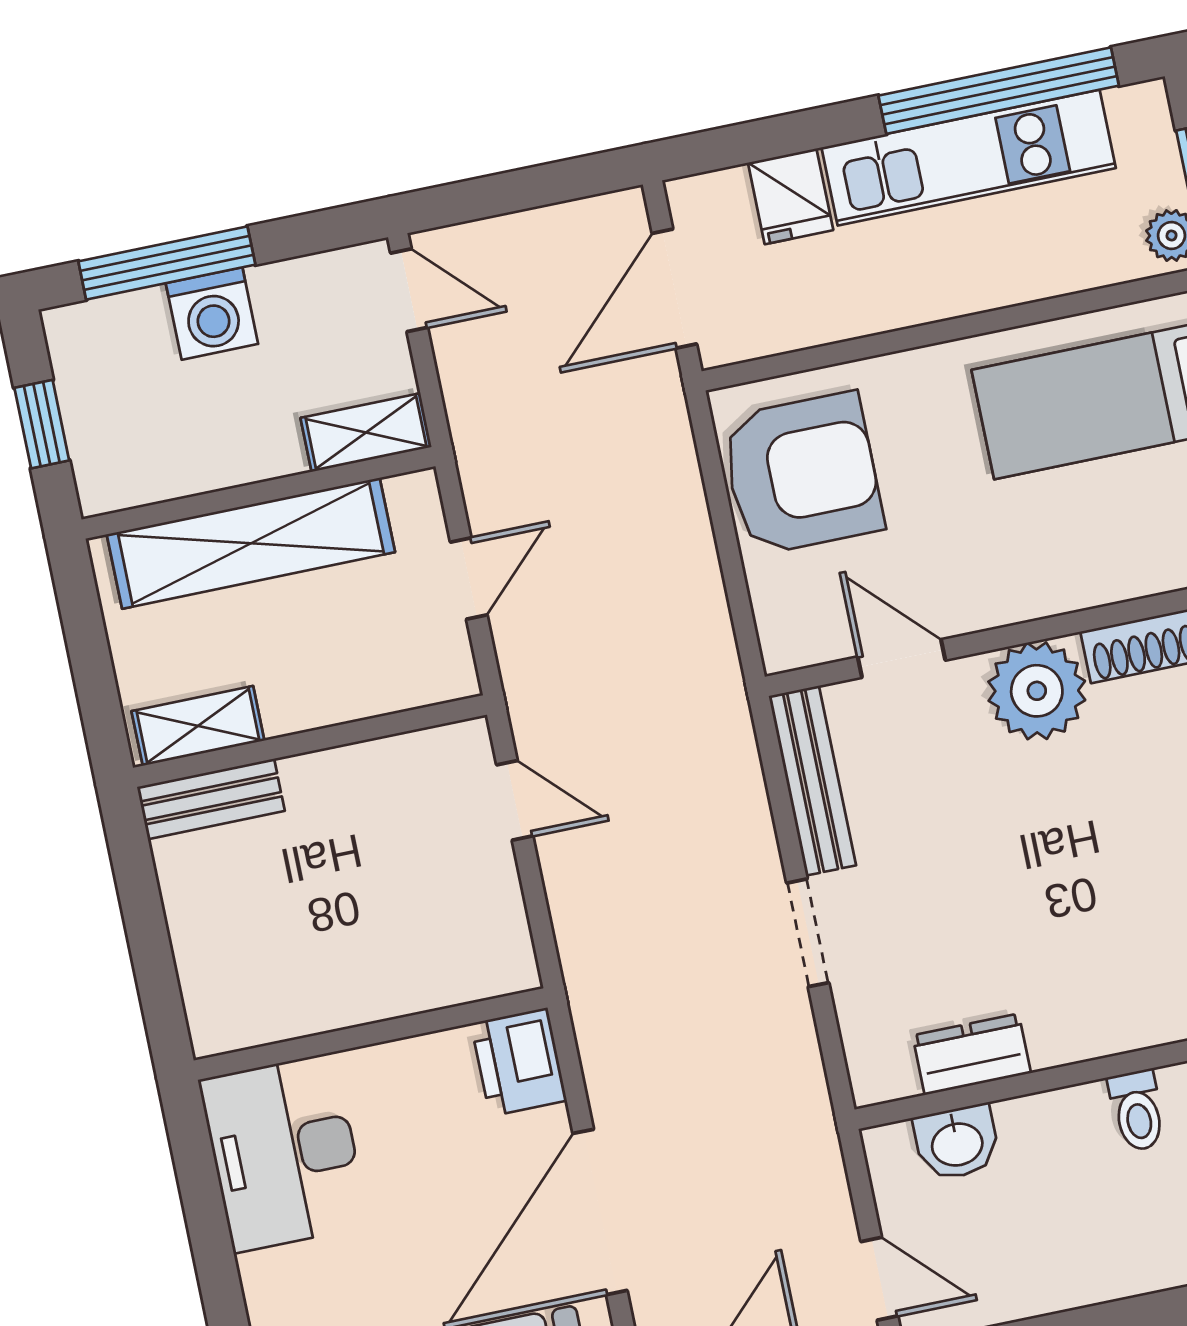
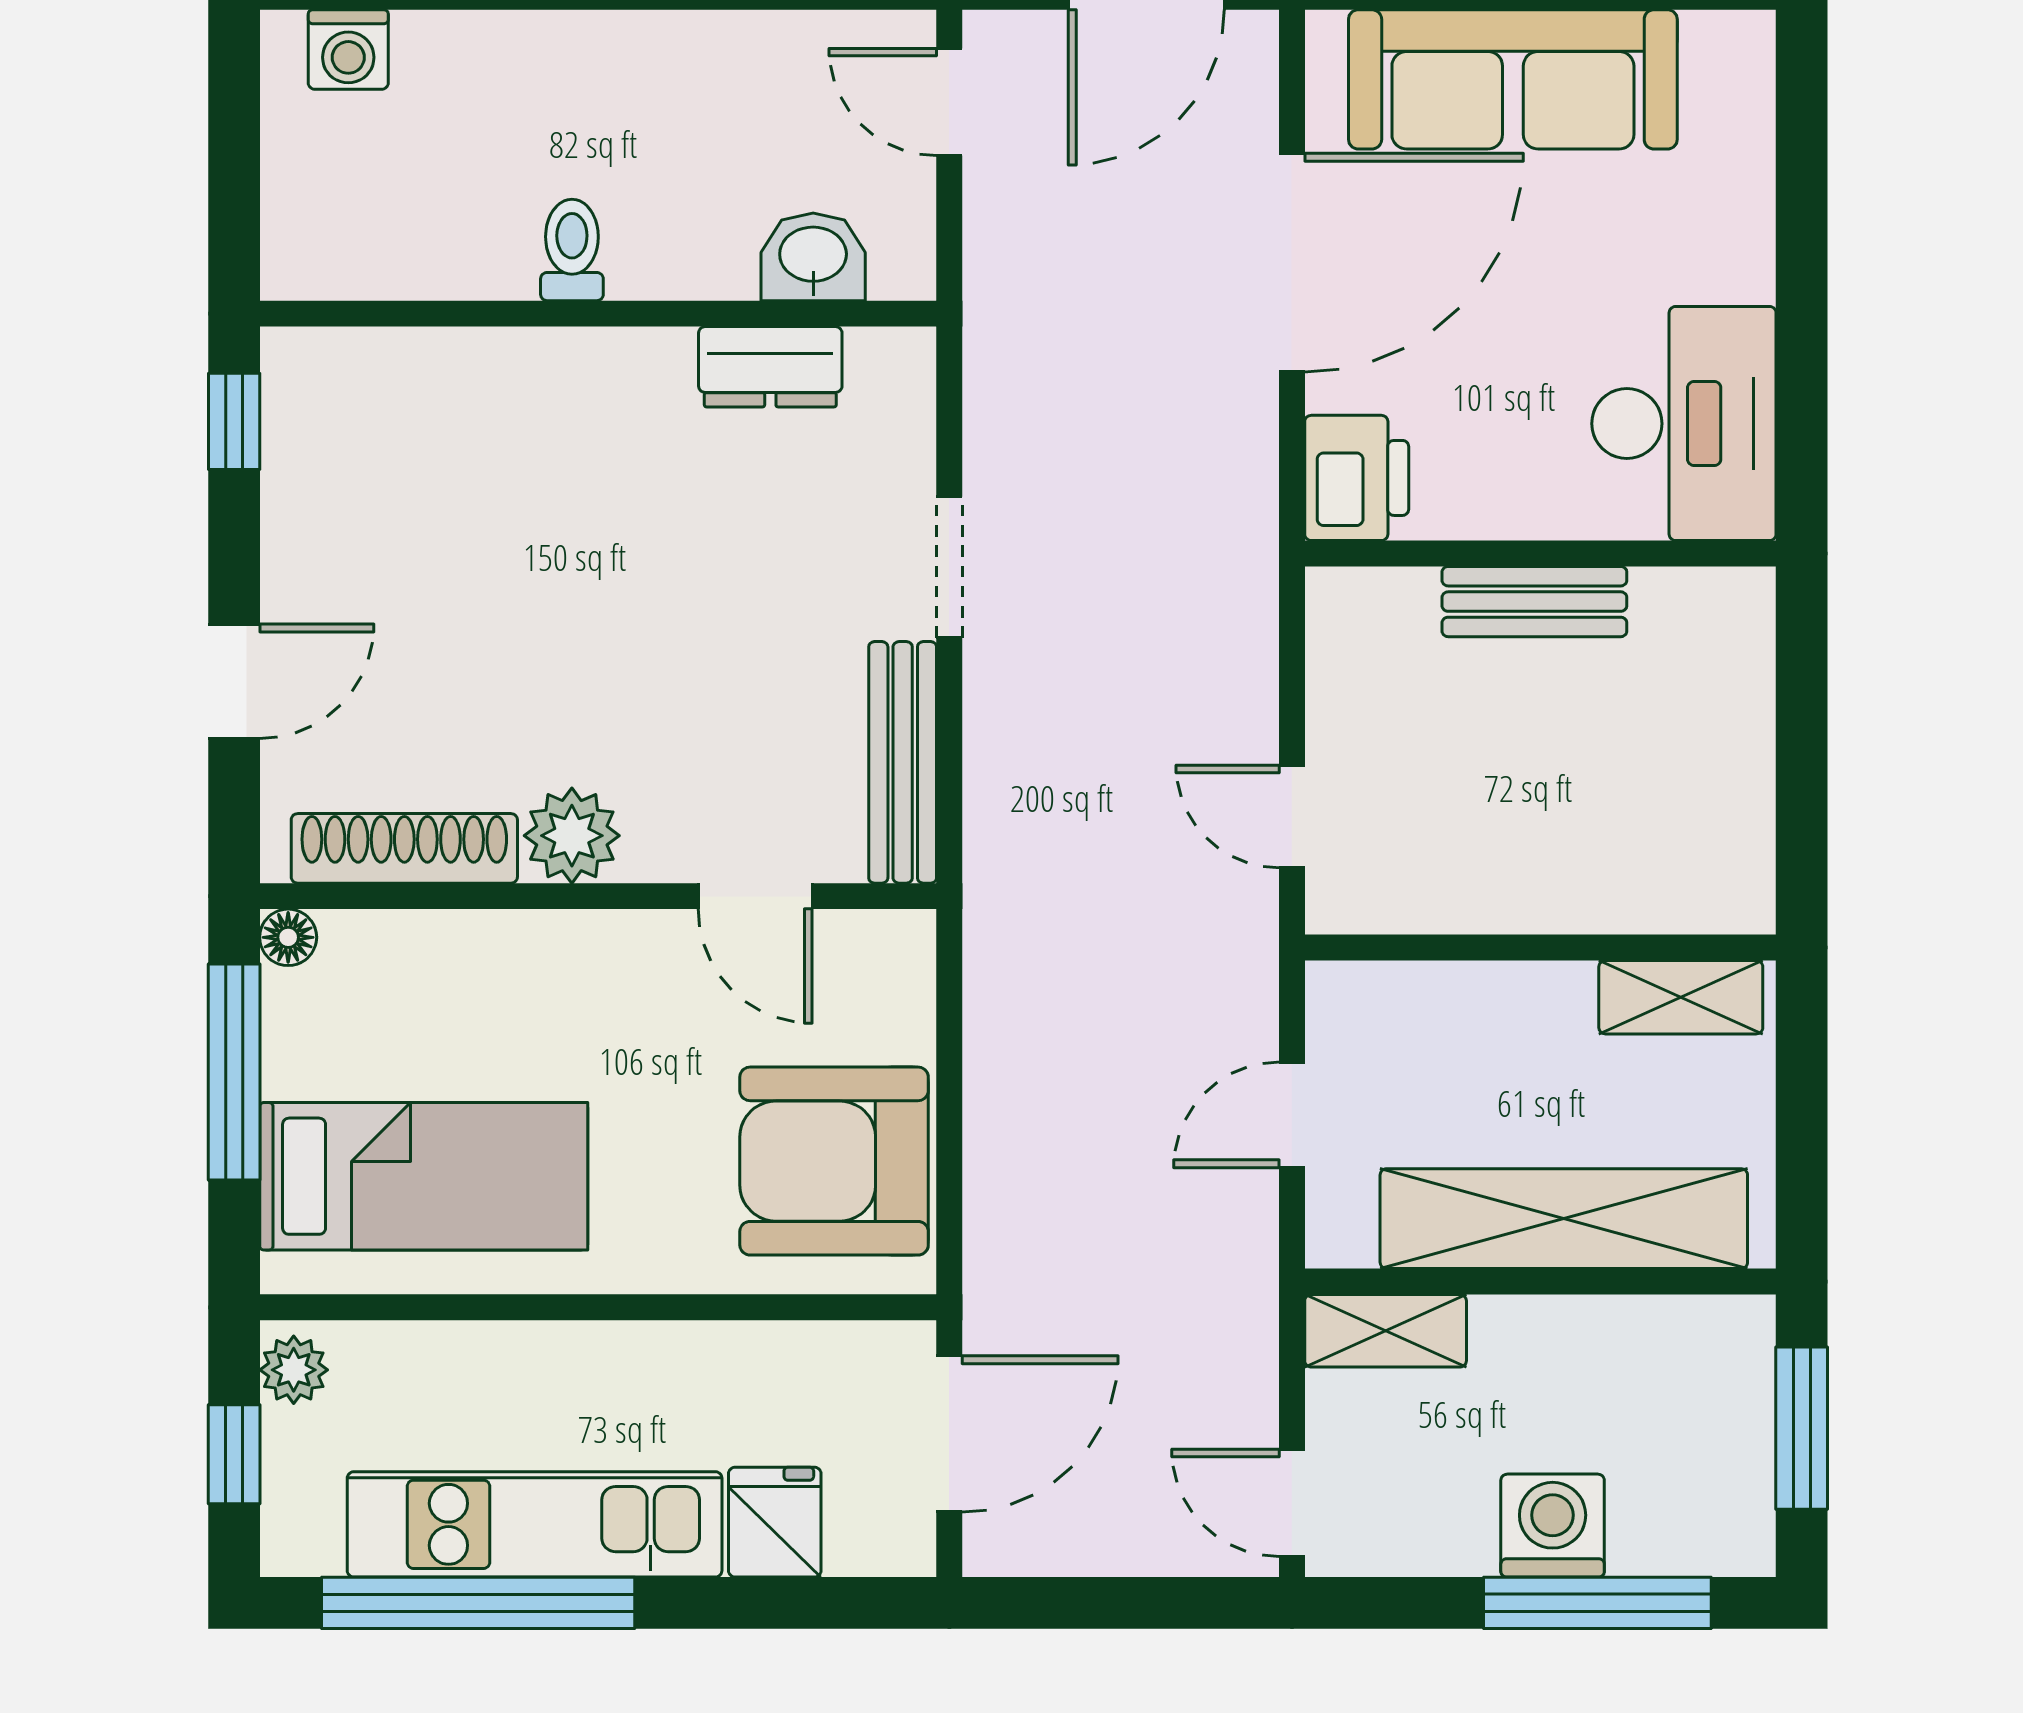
window: (42, 424) -> (1802, 1428), width x1.50
plant: (1037, 691) -> (572, 836), width x0.73, depth x0.73
bench: (211, 799) -> (1534, 602), moved

